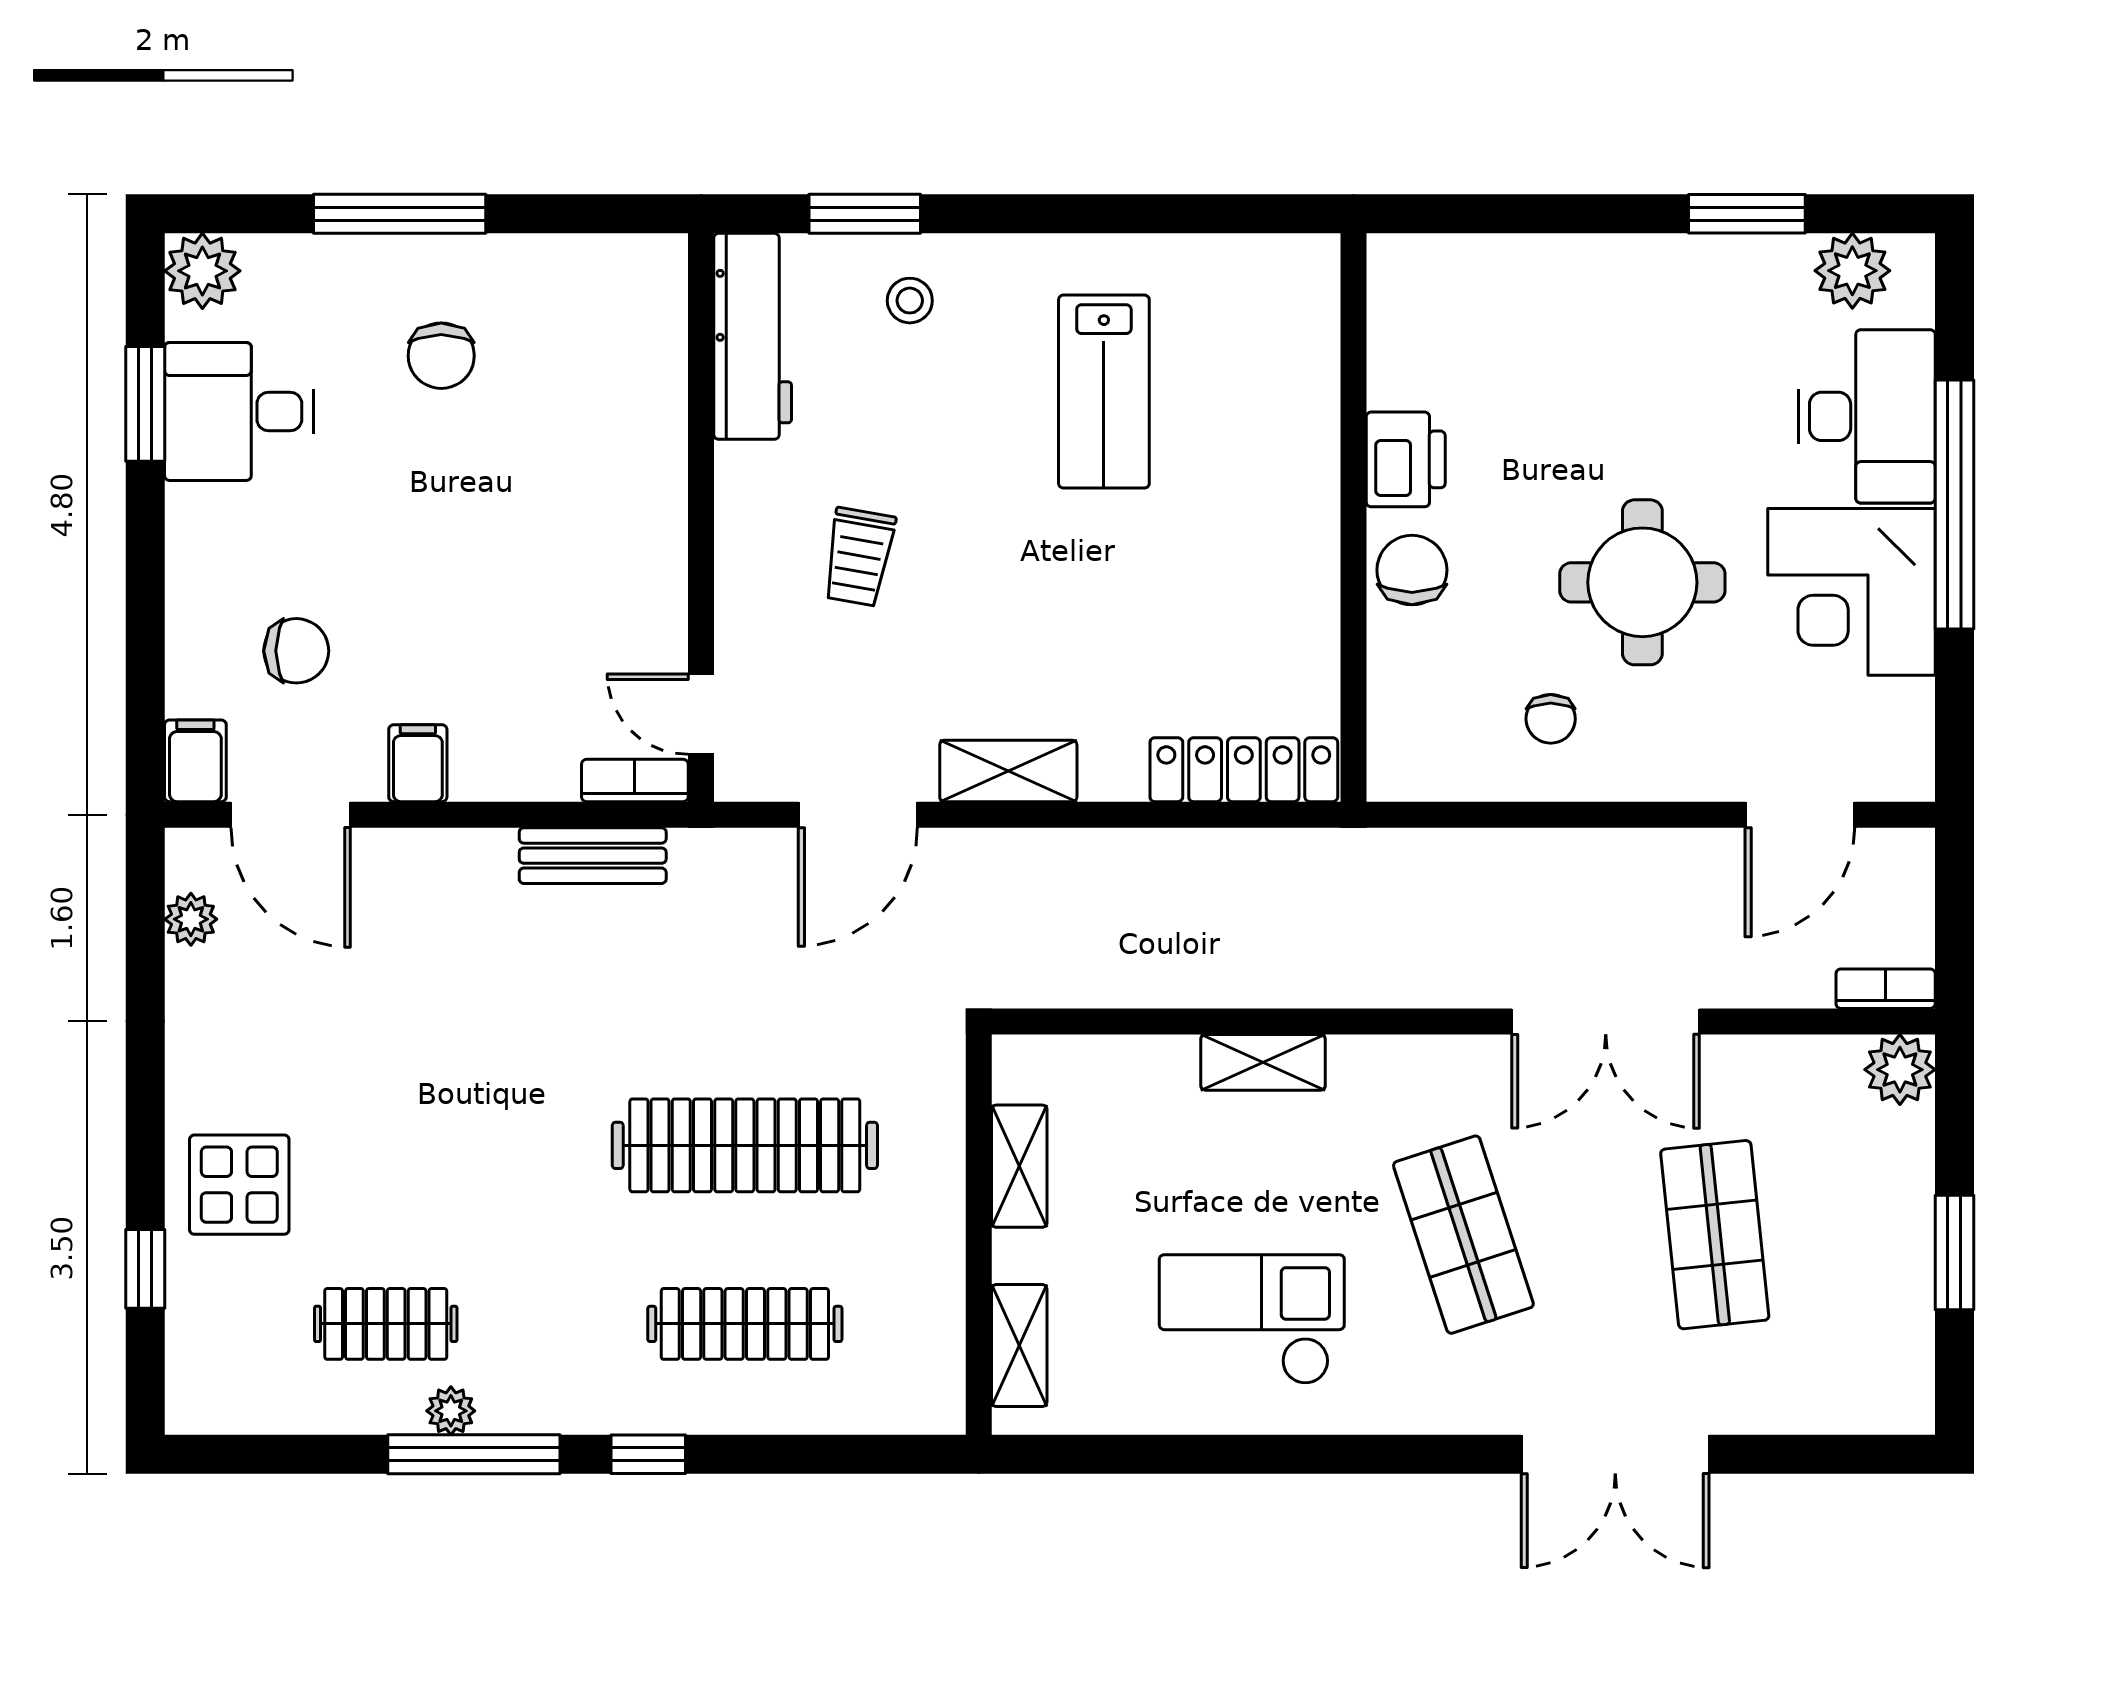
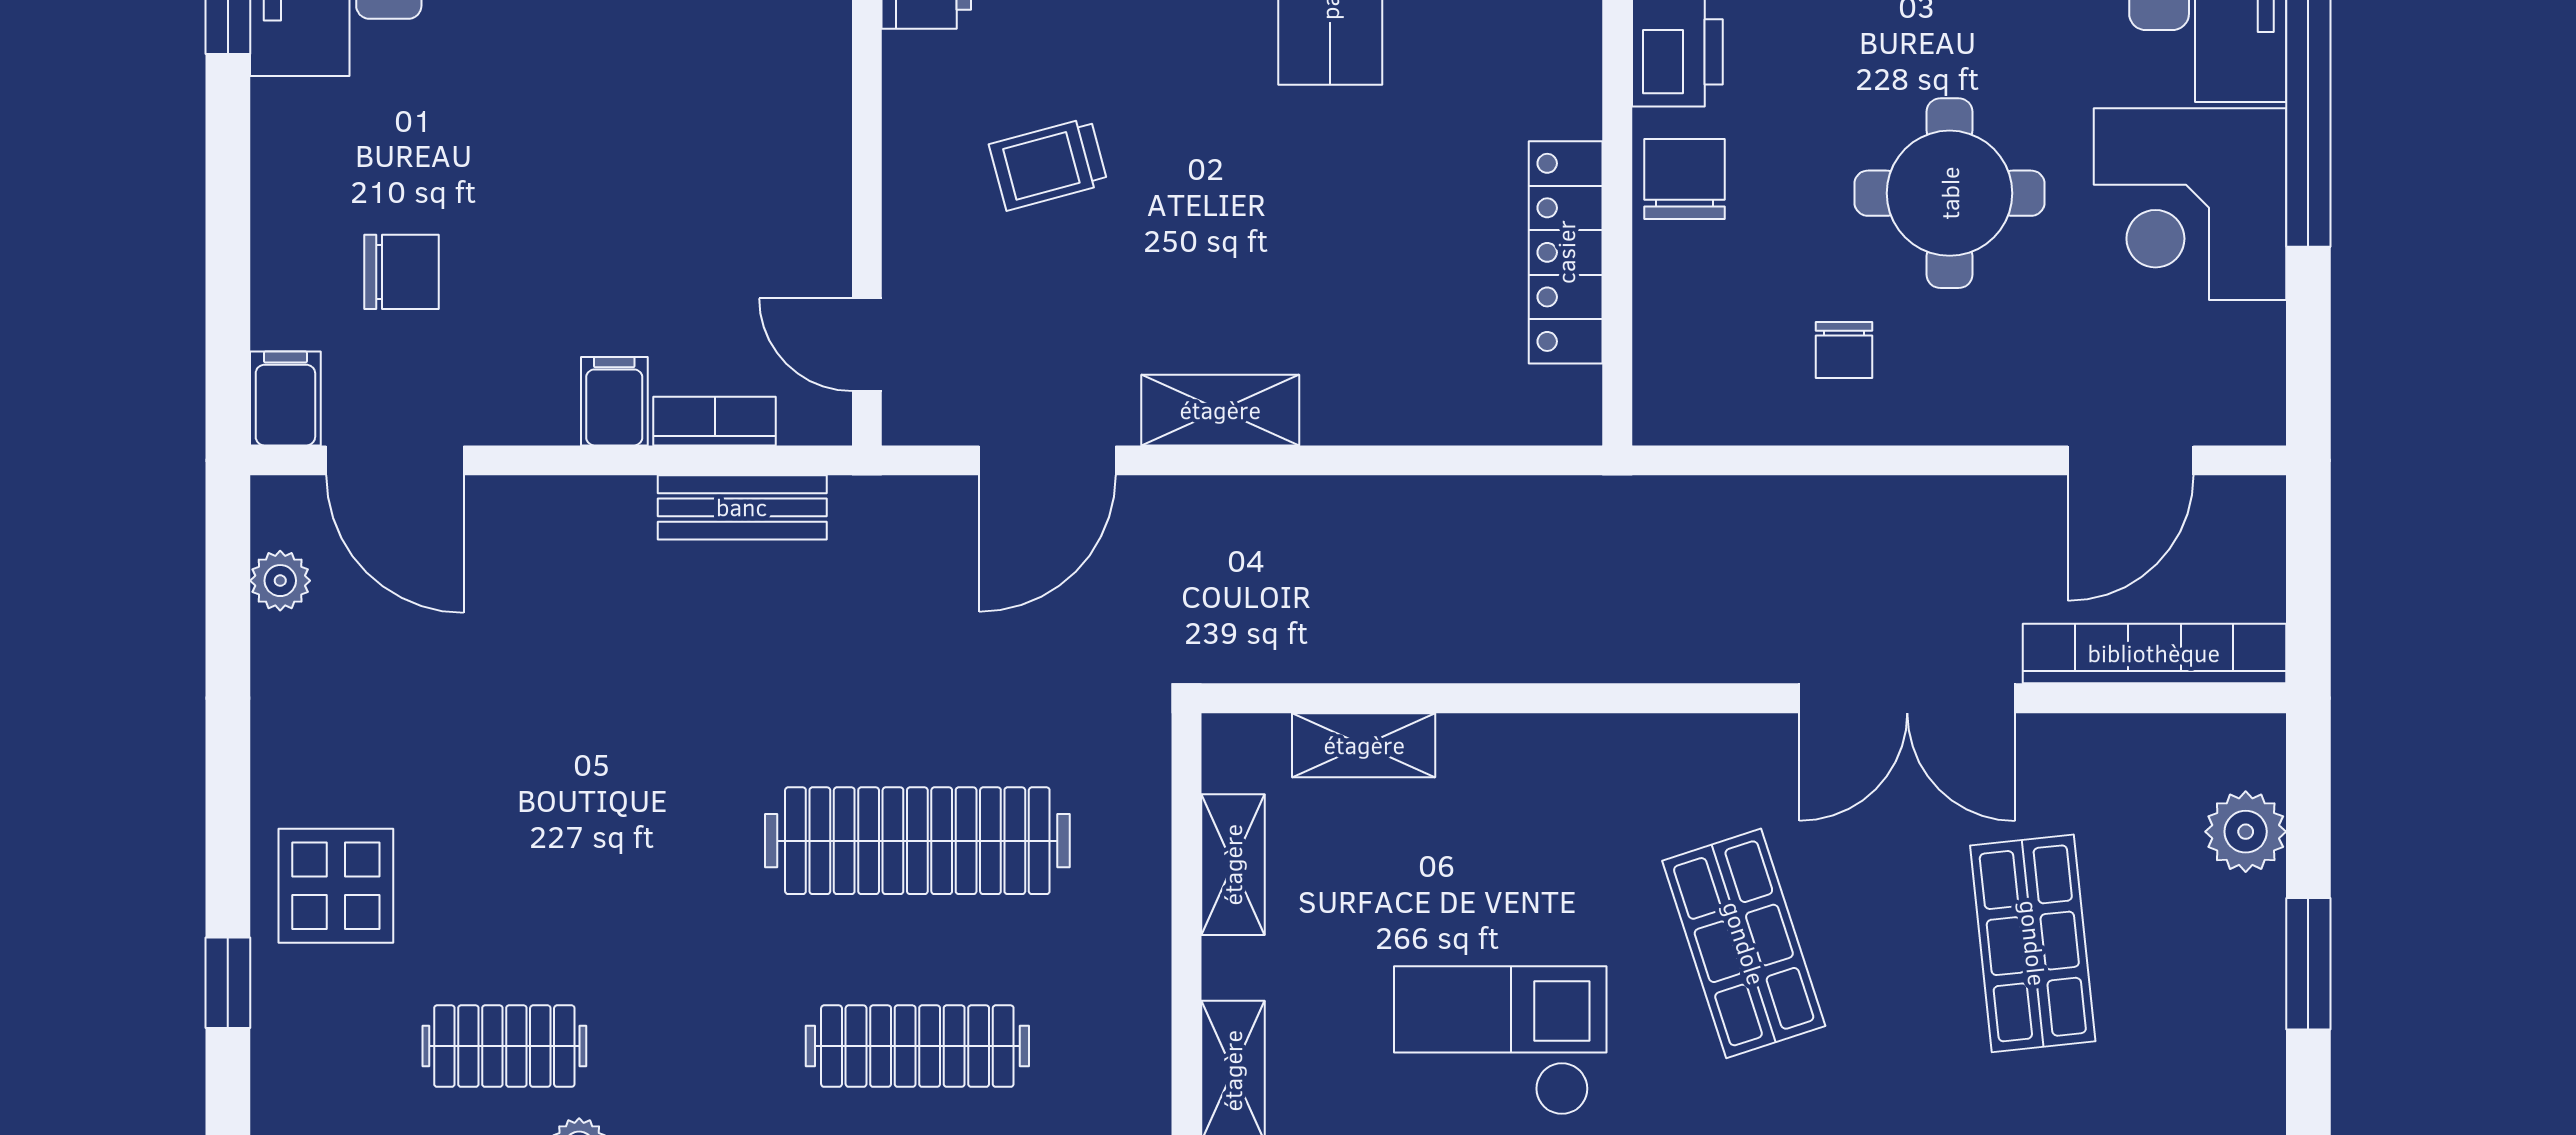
trolley: (859, 557) -> (1048, 164), turned 65
filing cabinet: (418, 763) -> (614, 401), moved
locker: (1244, 770) -> (1566, 252), moved, turned -90
bookcase: (635, 780) -> (715, 421), moved
bookcase: (1886, 989) -> (2154, 653), width x2.31, depth x1.31
shelving: (1263, 1062) -> (1364, 745), moved
plant: (1900, 1070) -> (2246, 832), moved

